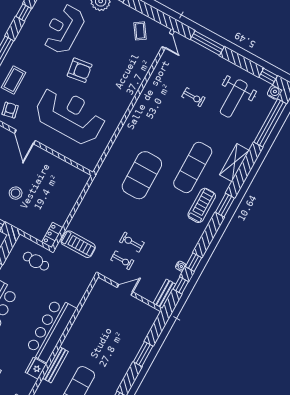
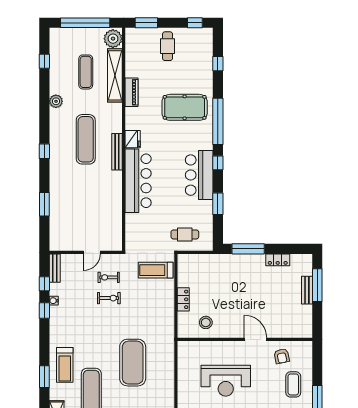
reception desk: (70, 115) -> (226, 381), width x0.74, depth x0.77
stool: (16, 193) -> (206, 322), moved
locker: (52, 235) -> (183, 299), moved

